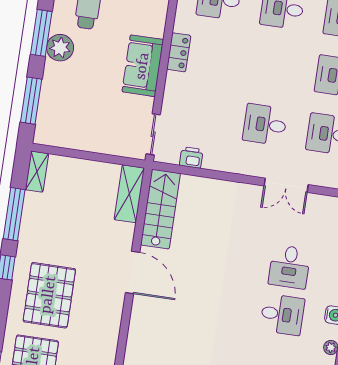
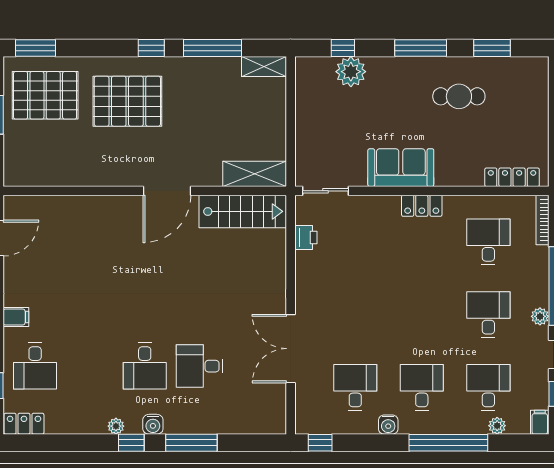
plant: (60, 48) -> (351, 72), moved
window: (31, 101) -> (343, 48), width x0.46
desk: (265, 124) -> (355, 315), removed
double door: (286, 185) -> (291, 349), width x1.37

